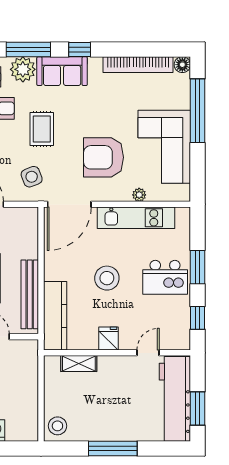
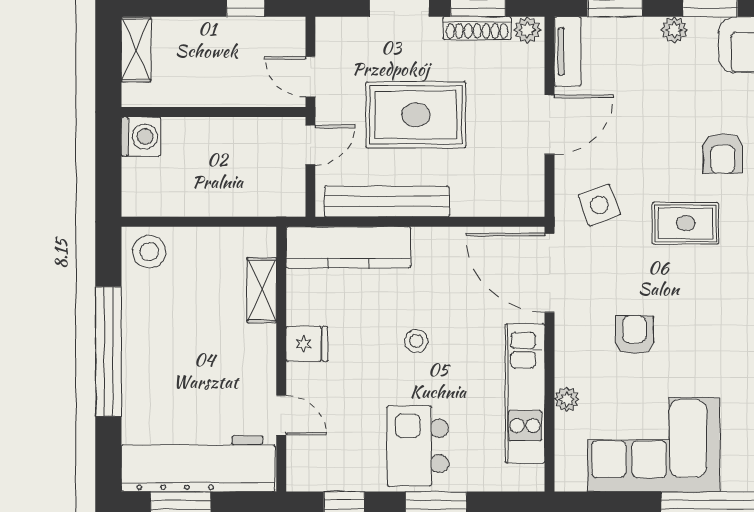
armchair: (103, 157) -> (634, 335), width x0.53, depth x0.53
stool: (107, 278) -> (416, 341), width x0.53, depth x0.53
window: (113, 449) -> (108, 352), width x1.46

